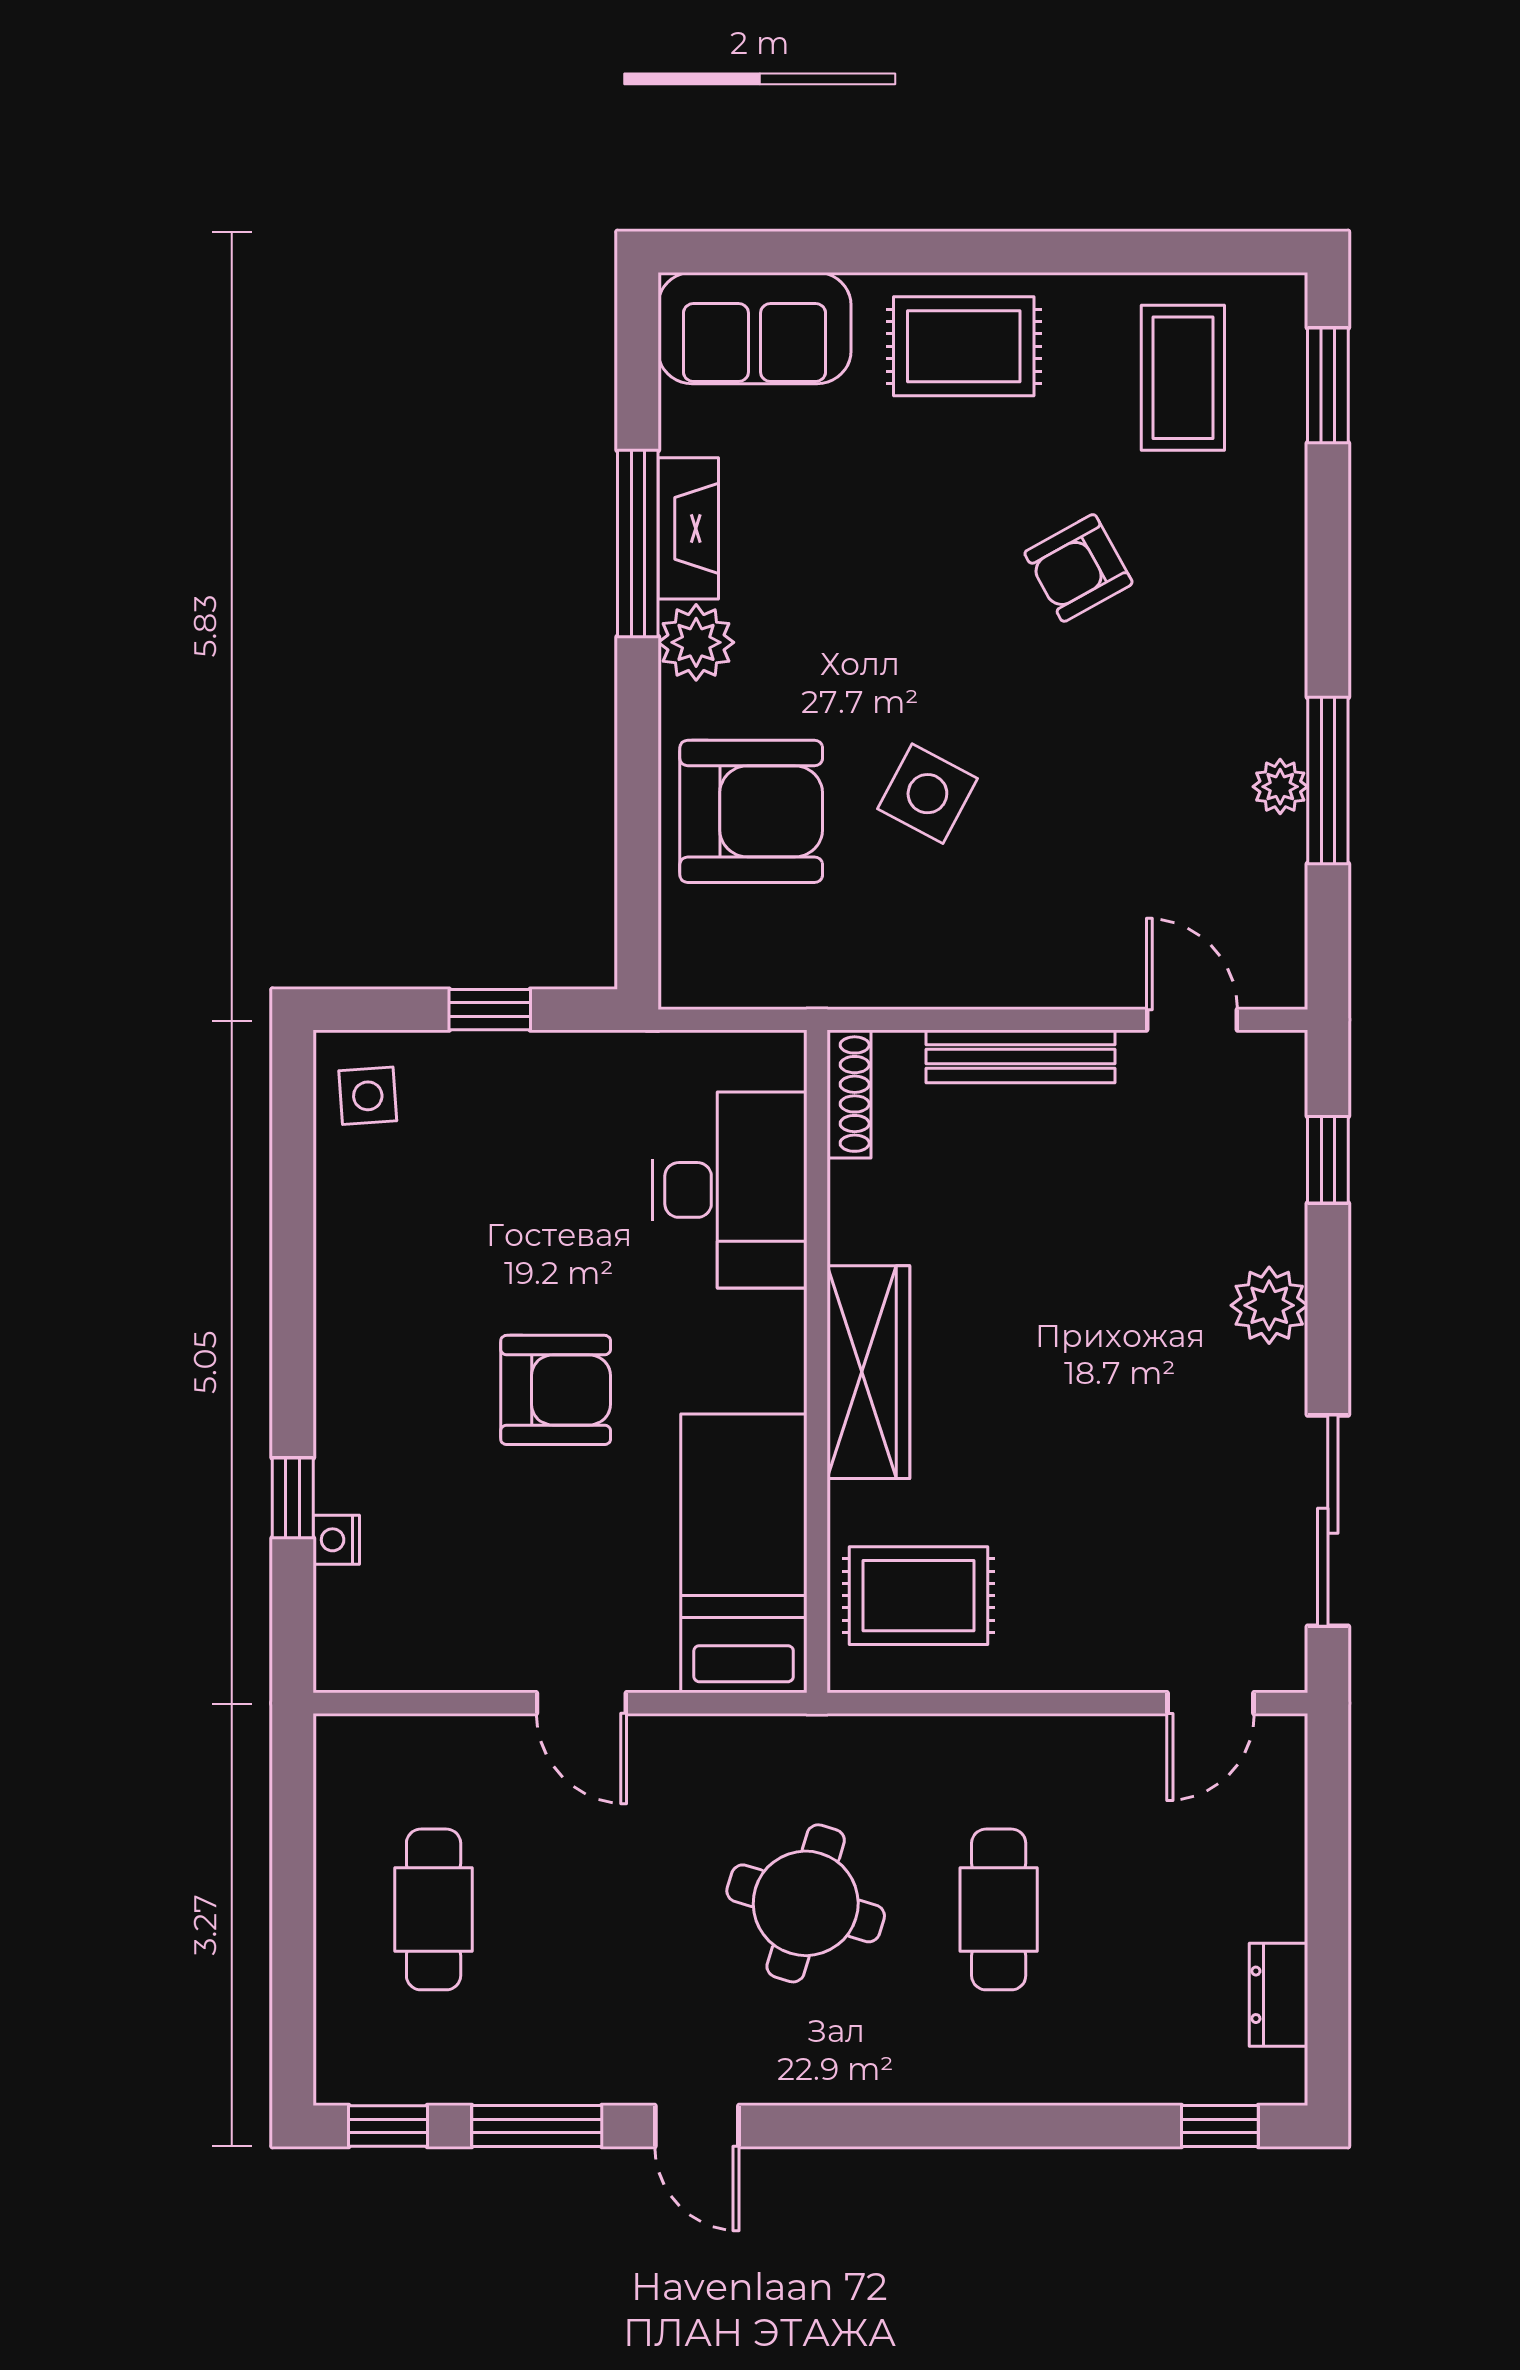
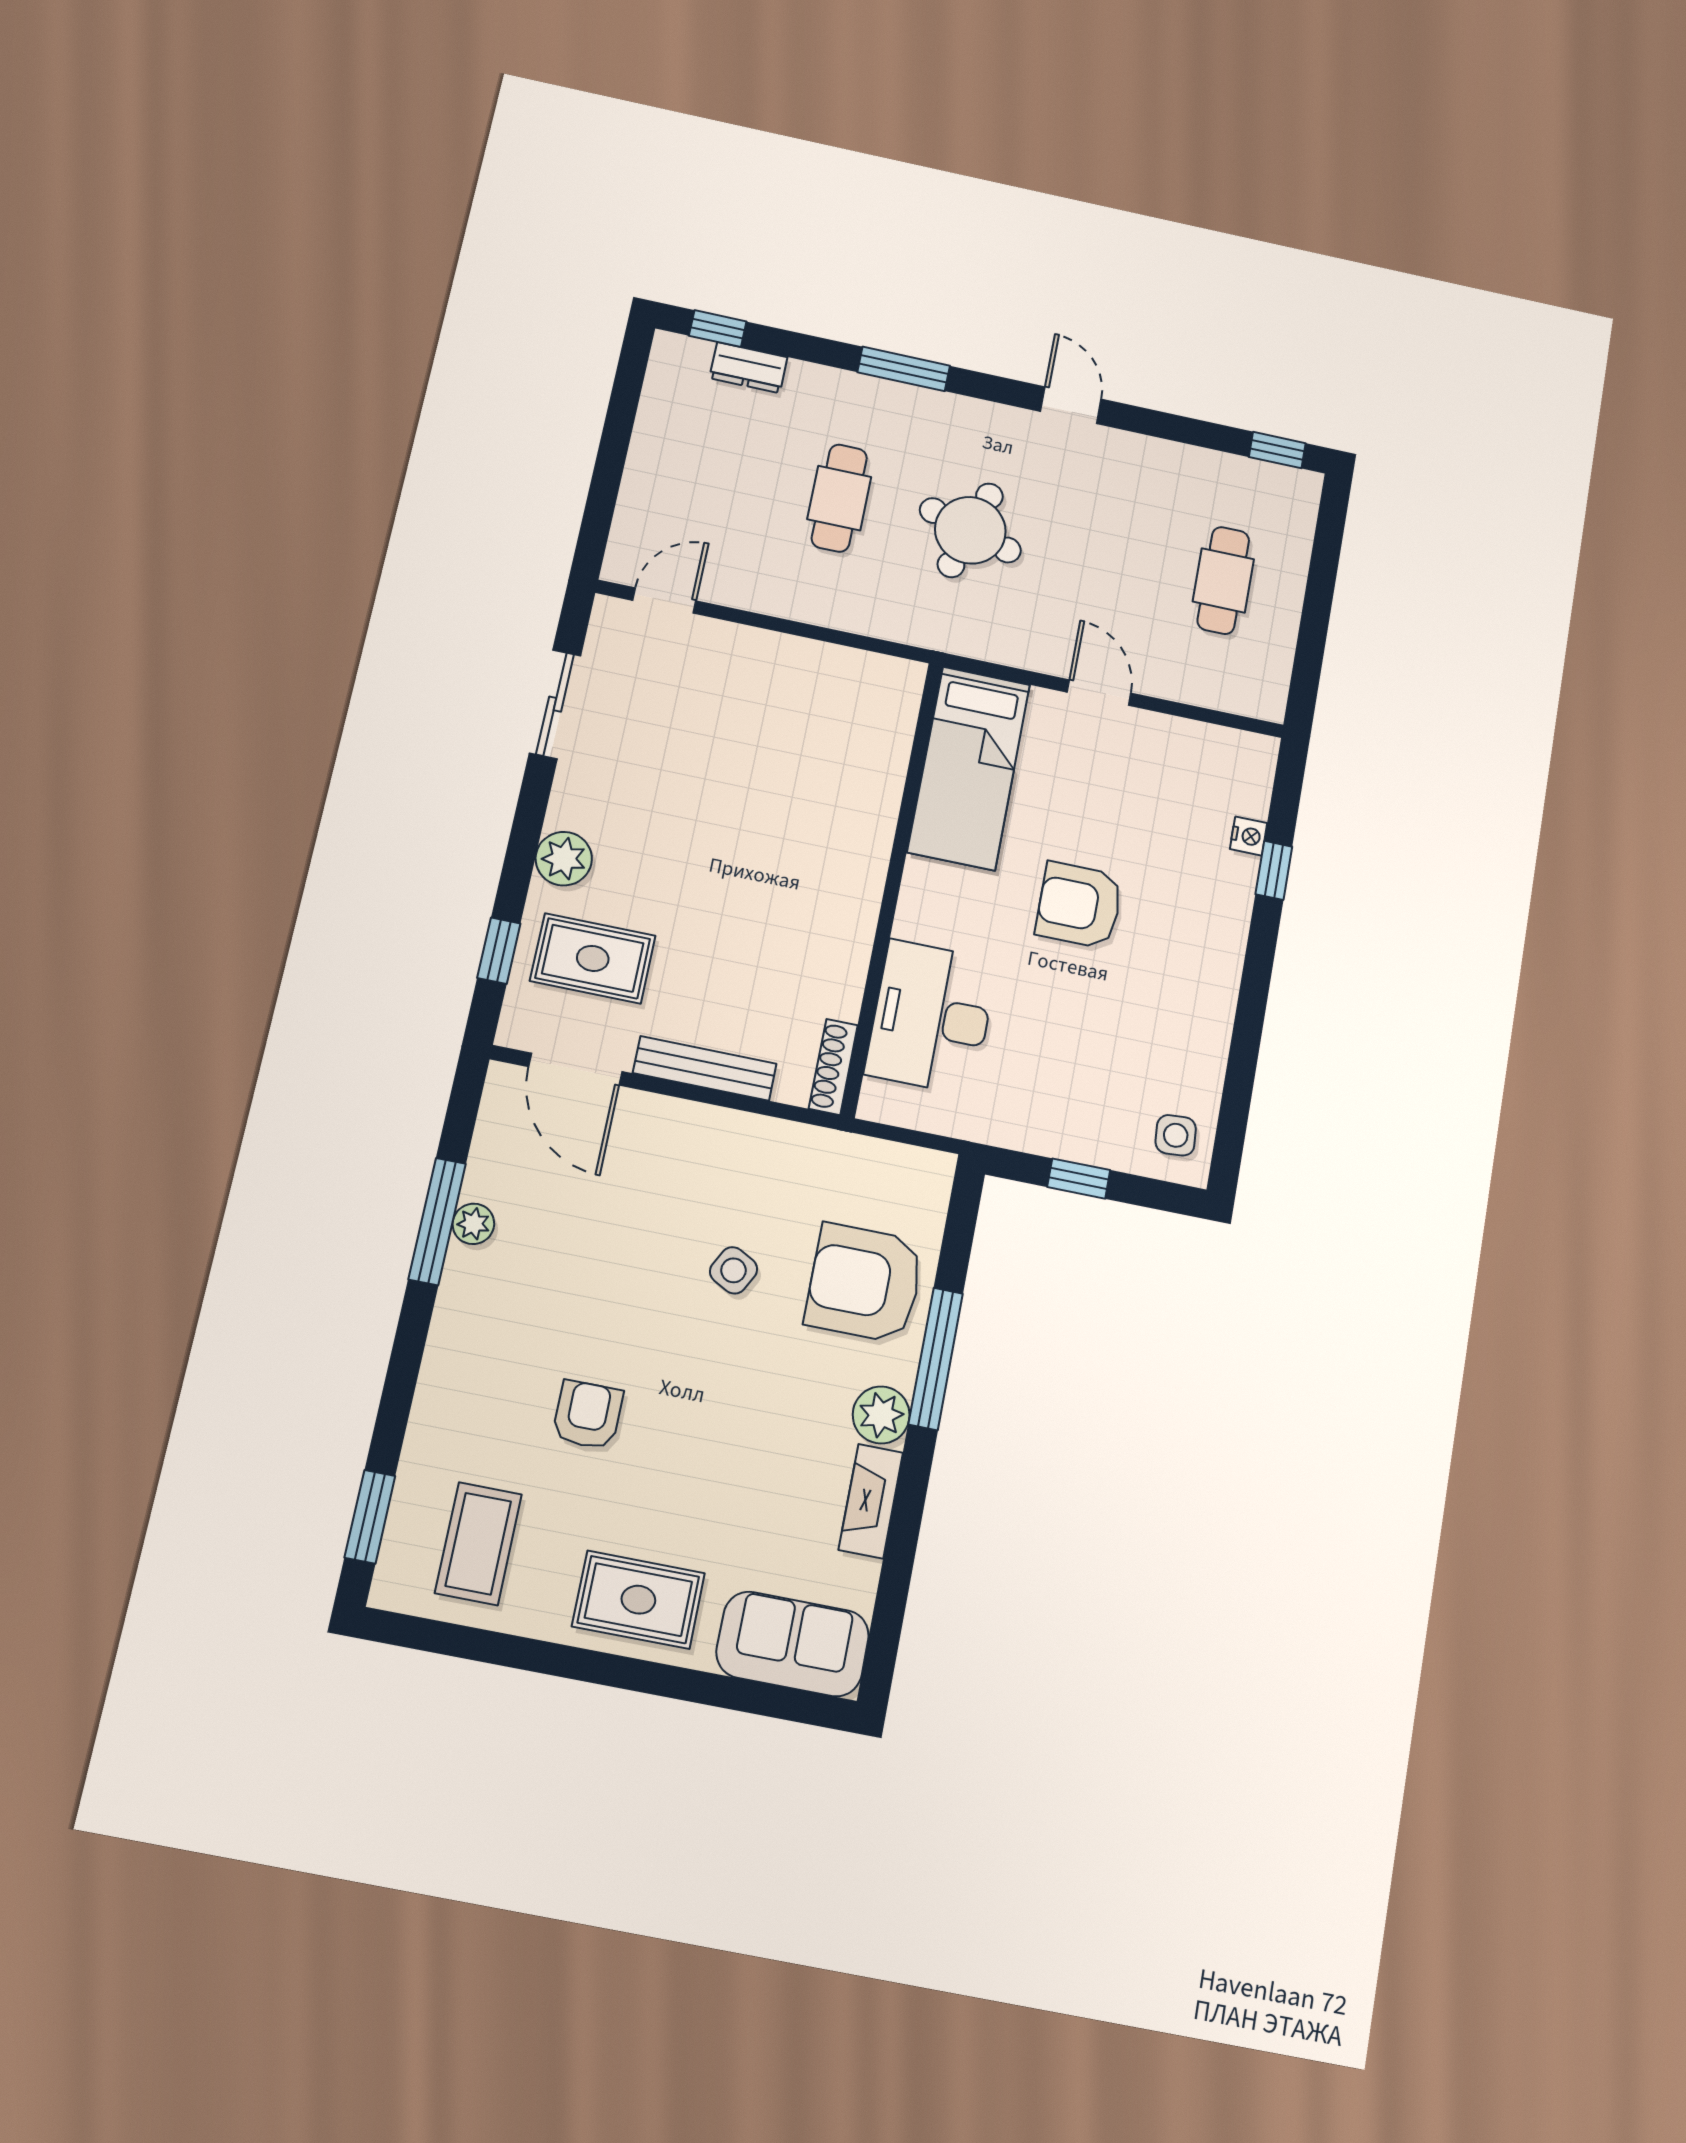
window: (638, 544) -> (936, 1359), moved
armchair: (1078, 568) -> (588, 1415), turned -61
side table: (927, 794) -> (733, 1270), width x0.73, depth x0.73
door: (1192, 1020) -> (575, 1069), width x1.38
wardrobe: (868, 1372) -> (858, 872), removed
sliding door: (1328, 1521) -> (555, 704), width x0.73
rug: (918, 1596) -> (593, 958), moved
dresser: (1279, 1995) -> (748, 368), moved, turned 90
window: (537, 2126) -> (904, 369), moved

